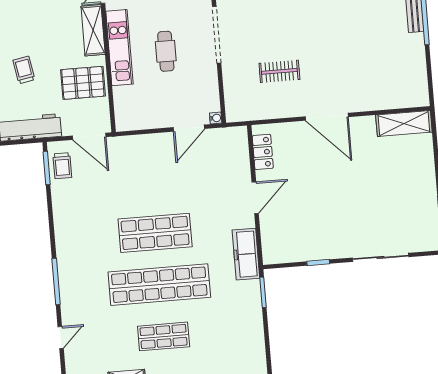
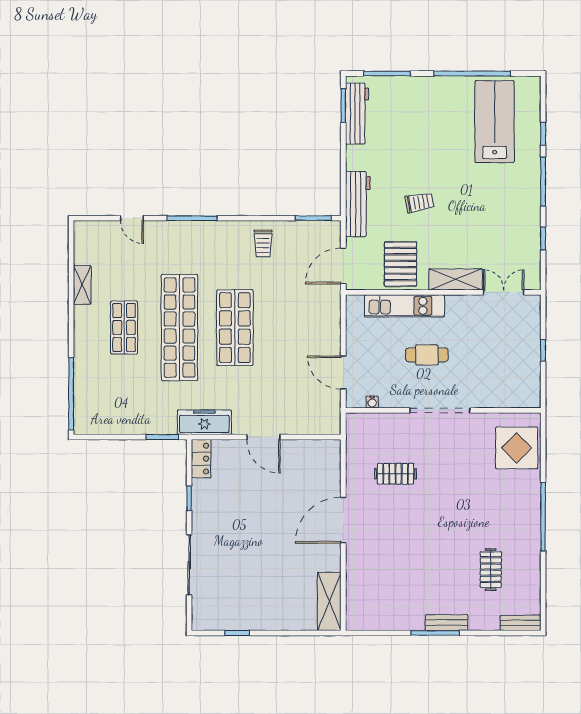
kitchen unit: (119, 48) -> (404, 306), moved
clothes rail: (279, 71) -> (396, 474), turned 90
water cooler: (216, 118) -> (372, 402), moved
locker: (263, 152) -> (201, 459), moved, turned -90
trolley: (62, 166) -> (263, 243), moved, turned -90

